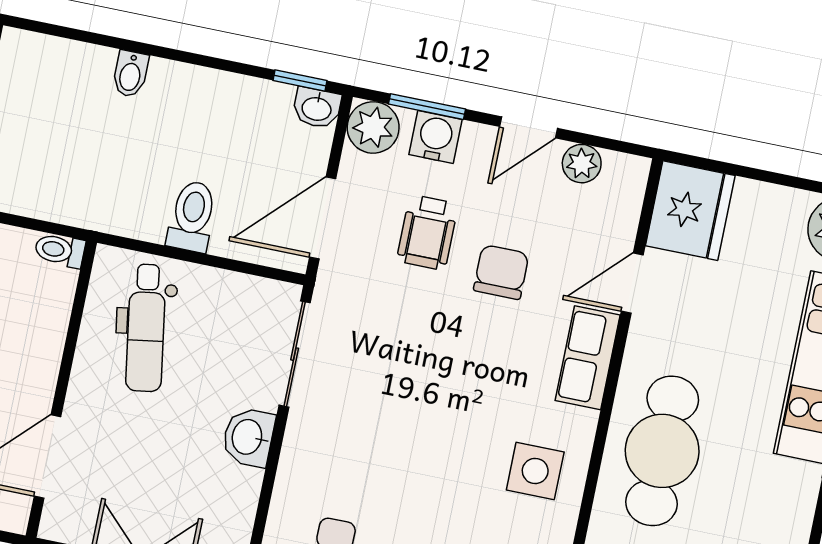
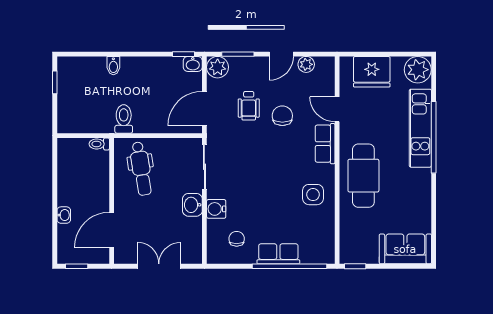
water cooler: (436, 137) -> (216, 209), moved, turned -90
fridge: (690, 211) -> (372, 72), moved, turned 90
toilet: (192, 216) -> (124, 119), moved
door: (632, 283) -> (337, 109), hinge flipped

